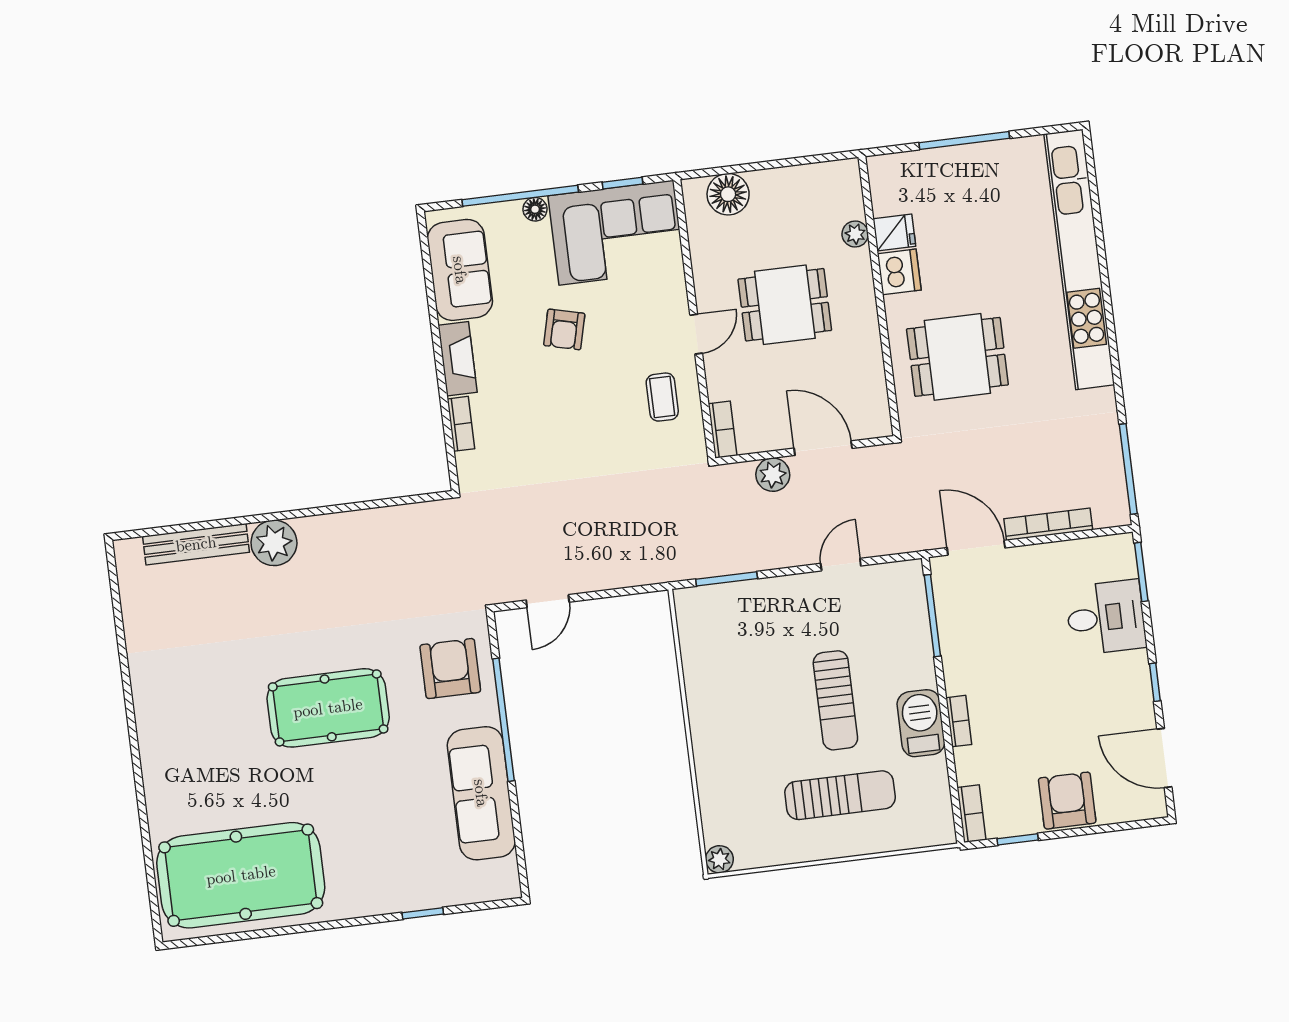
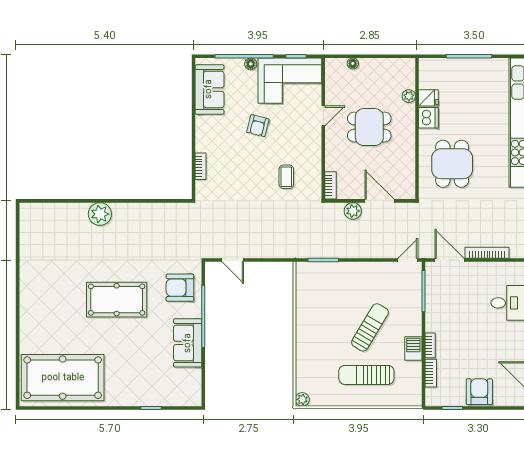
floor lamp: (728, 194) -> (353, 63), width x0.53, depth x0.53
door: (696, 334) -> (323, 116), moved
dining table: (957, 357) -> (452, 164), turned 90
fireplace: (458, 359) -> (203, 134), removed
coffee table: (662, 397) -> (286, 177), moved
bench: (196, 544) -> (61, 210), removed
door: (841, 565) -> (408, 260), moved
door: (548, 601) -> (233, 260), hinge flipped
armchair: (450, 669) -> (180, 288), turned -90
sun lounger: (835, 700) -> (370, 327), turned -149
barbecue: (921, 723) -> (413, 349), width x0.73, depth x0.79
sofa: (481, 793) -> (188, 343), width x0.73
sun lounger: (840, 795) -> (366, 375), turned 180
bookcase: (972, 814) -> (431, 373), moved

